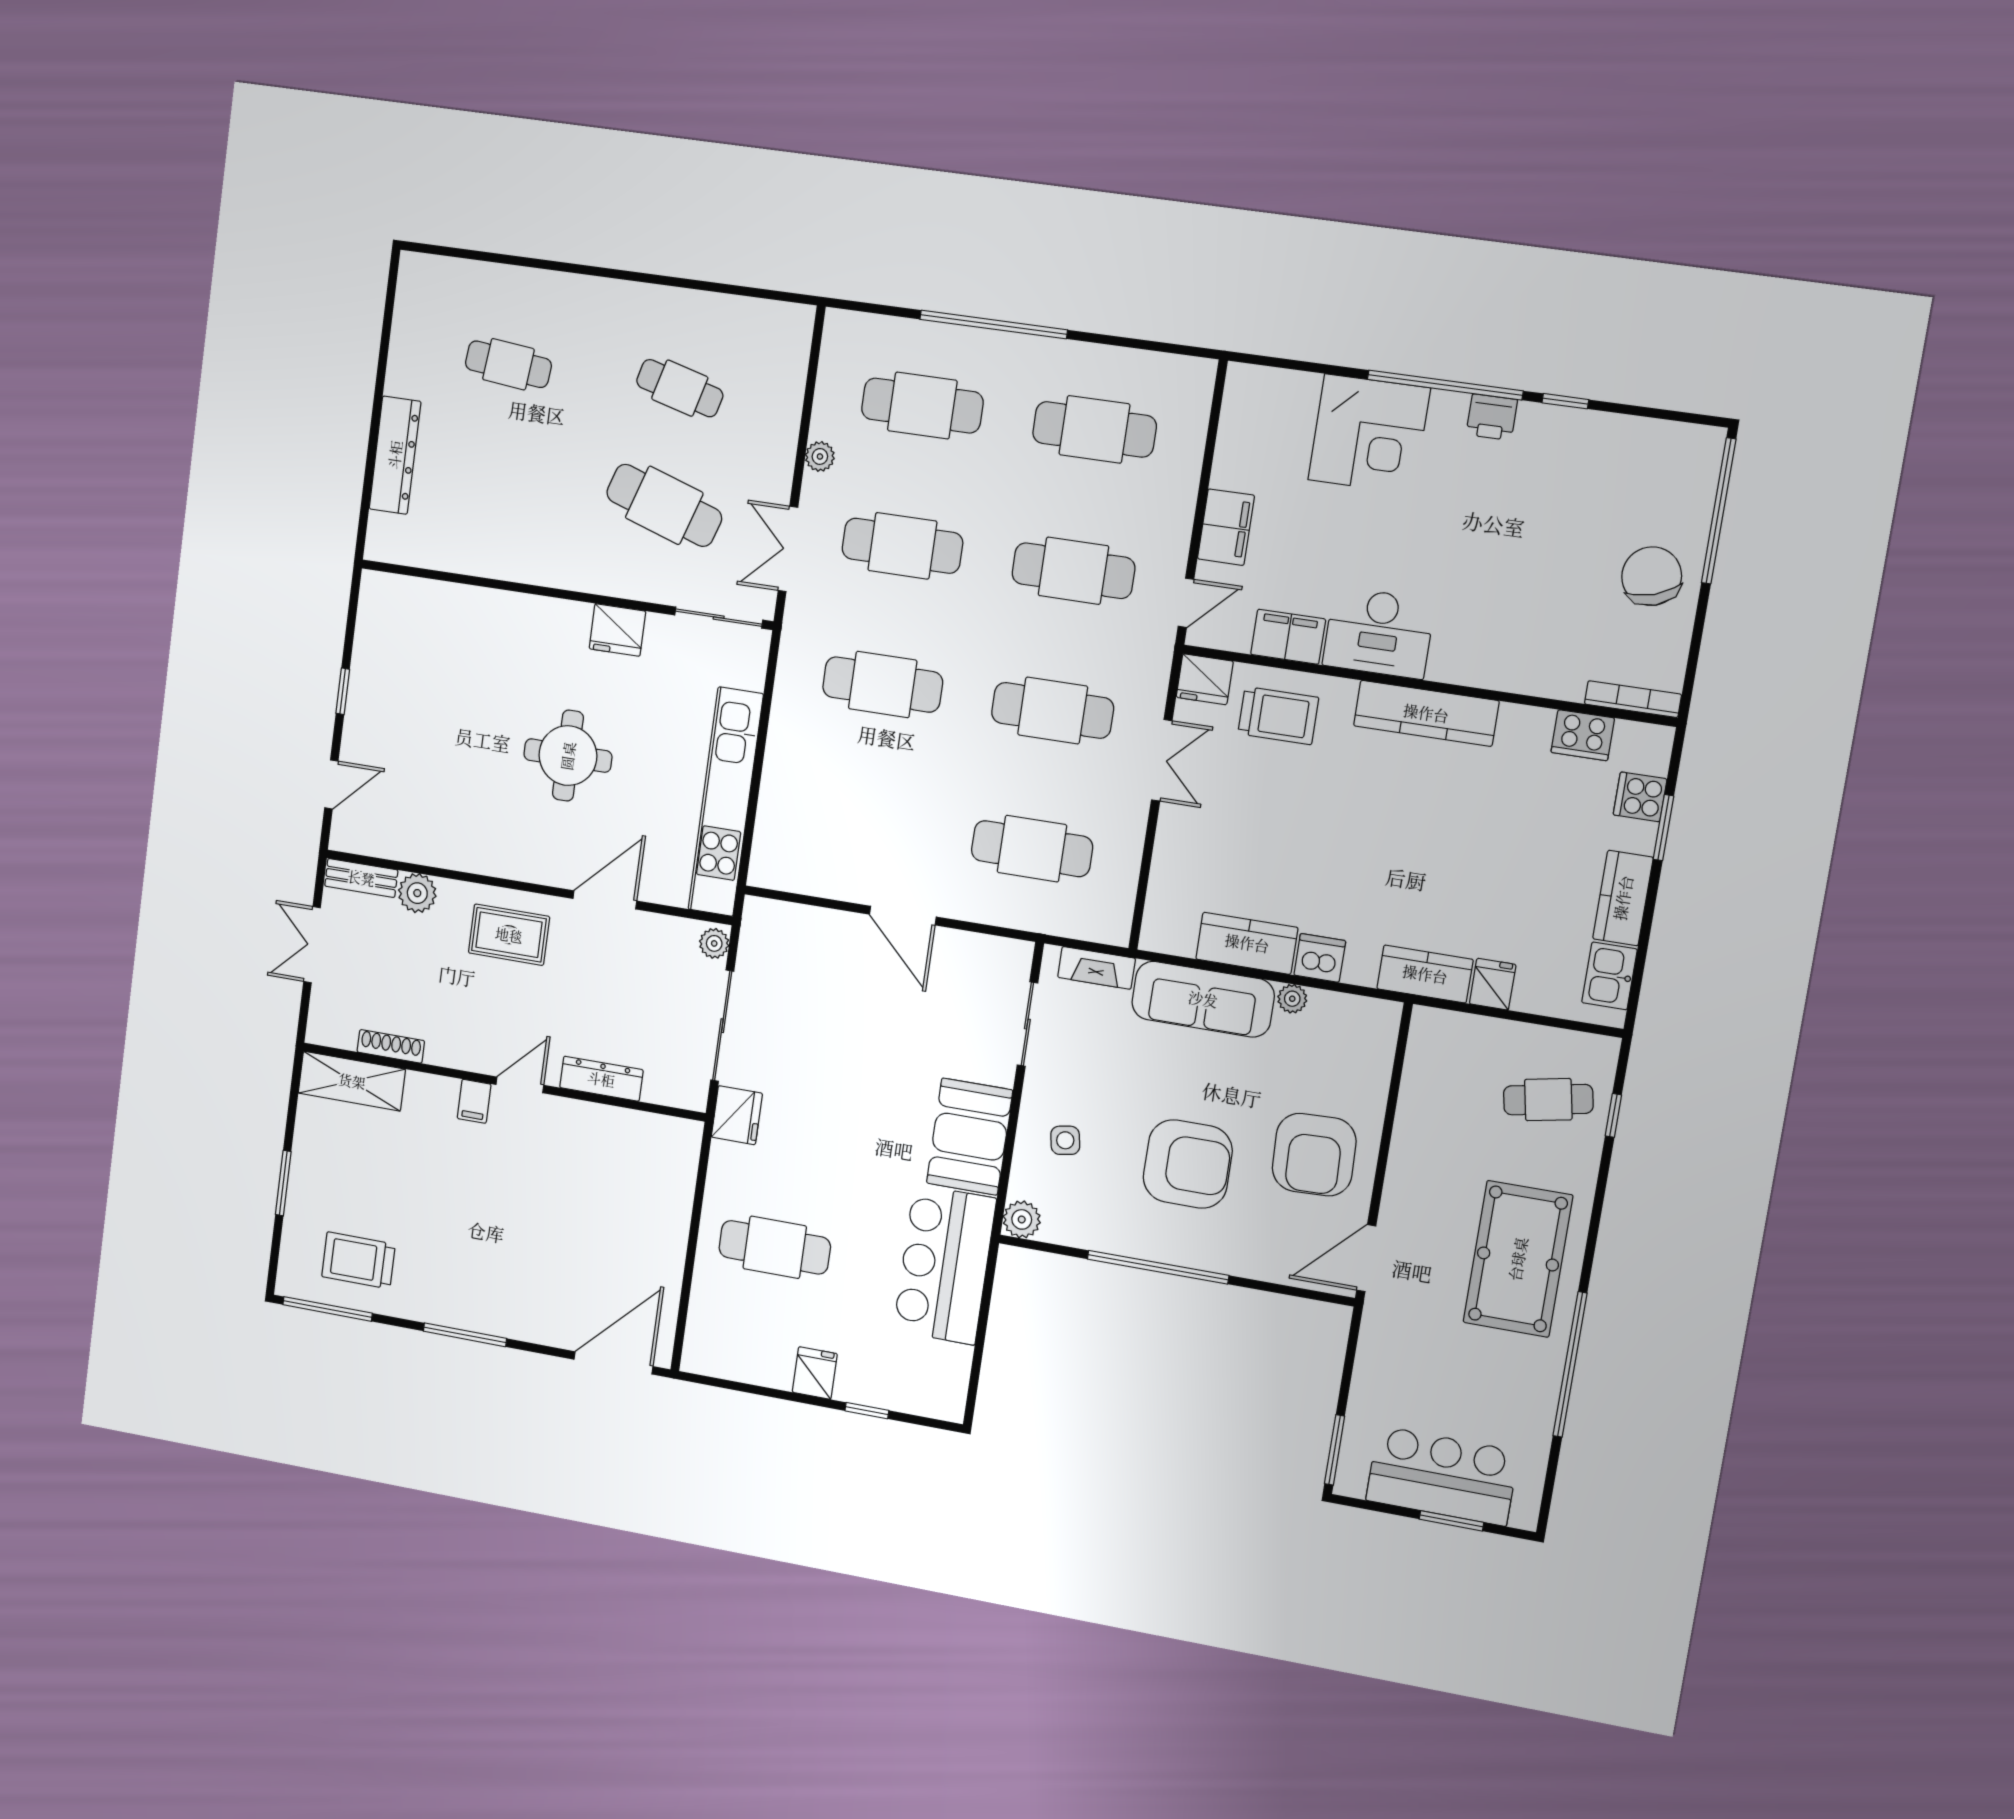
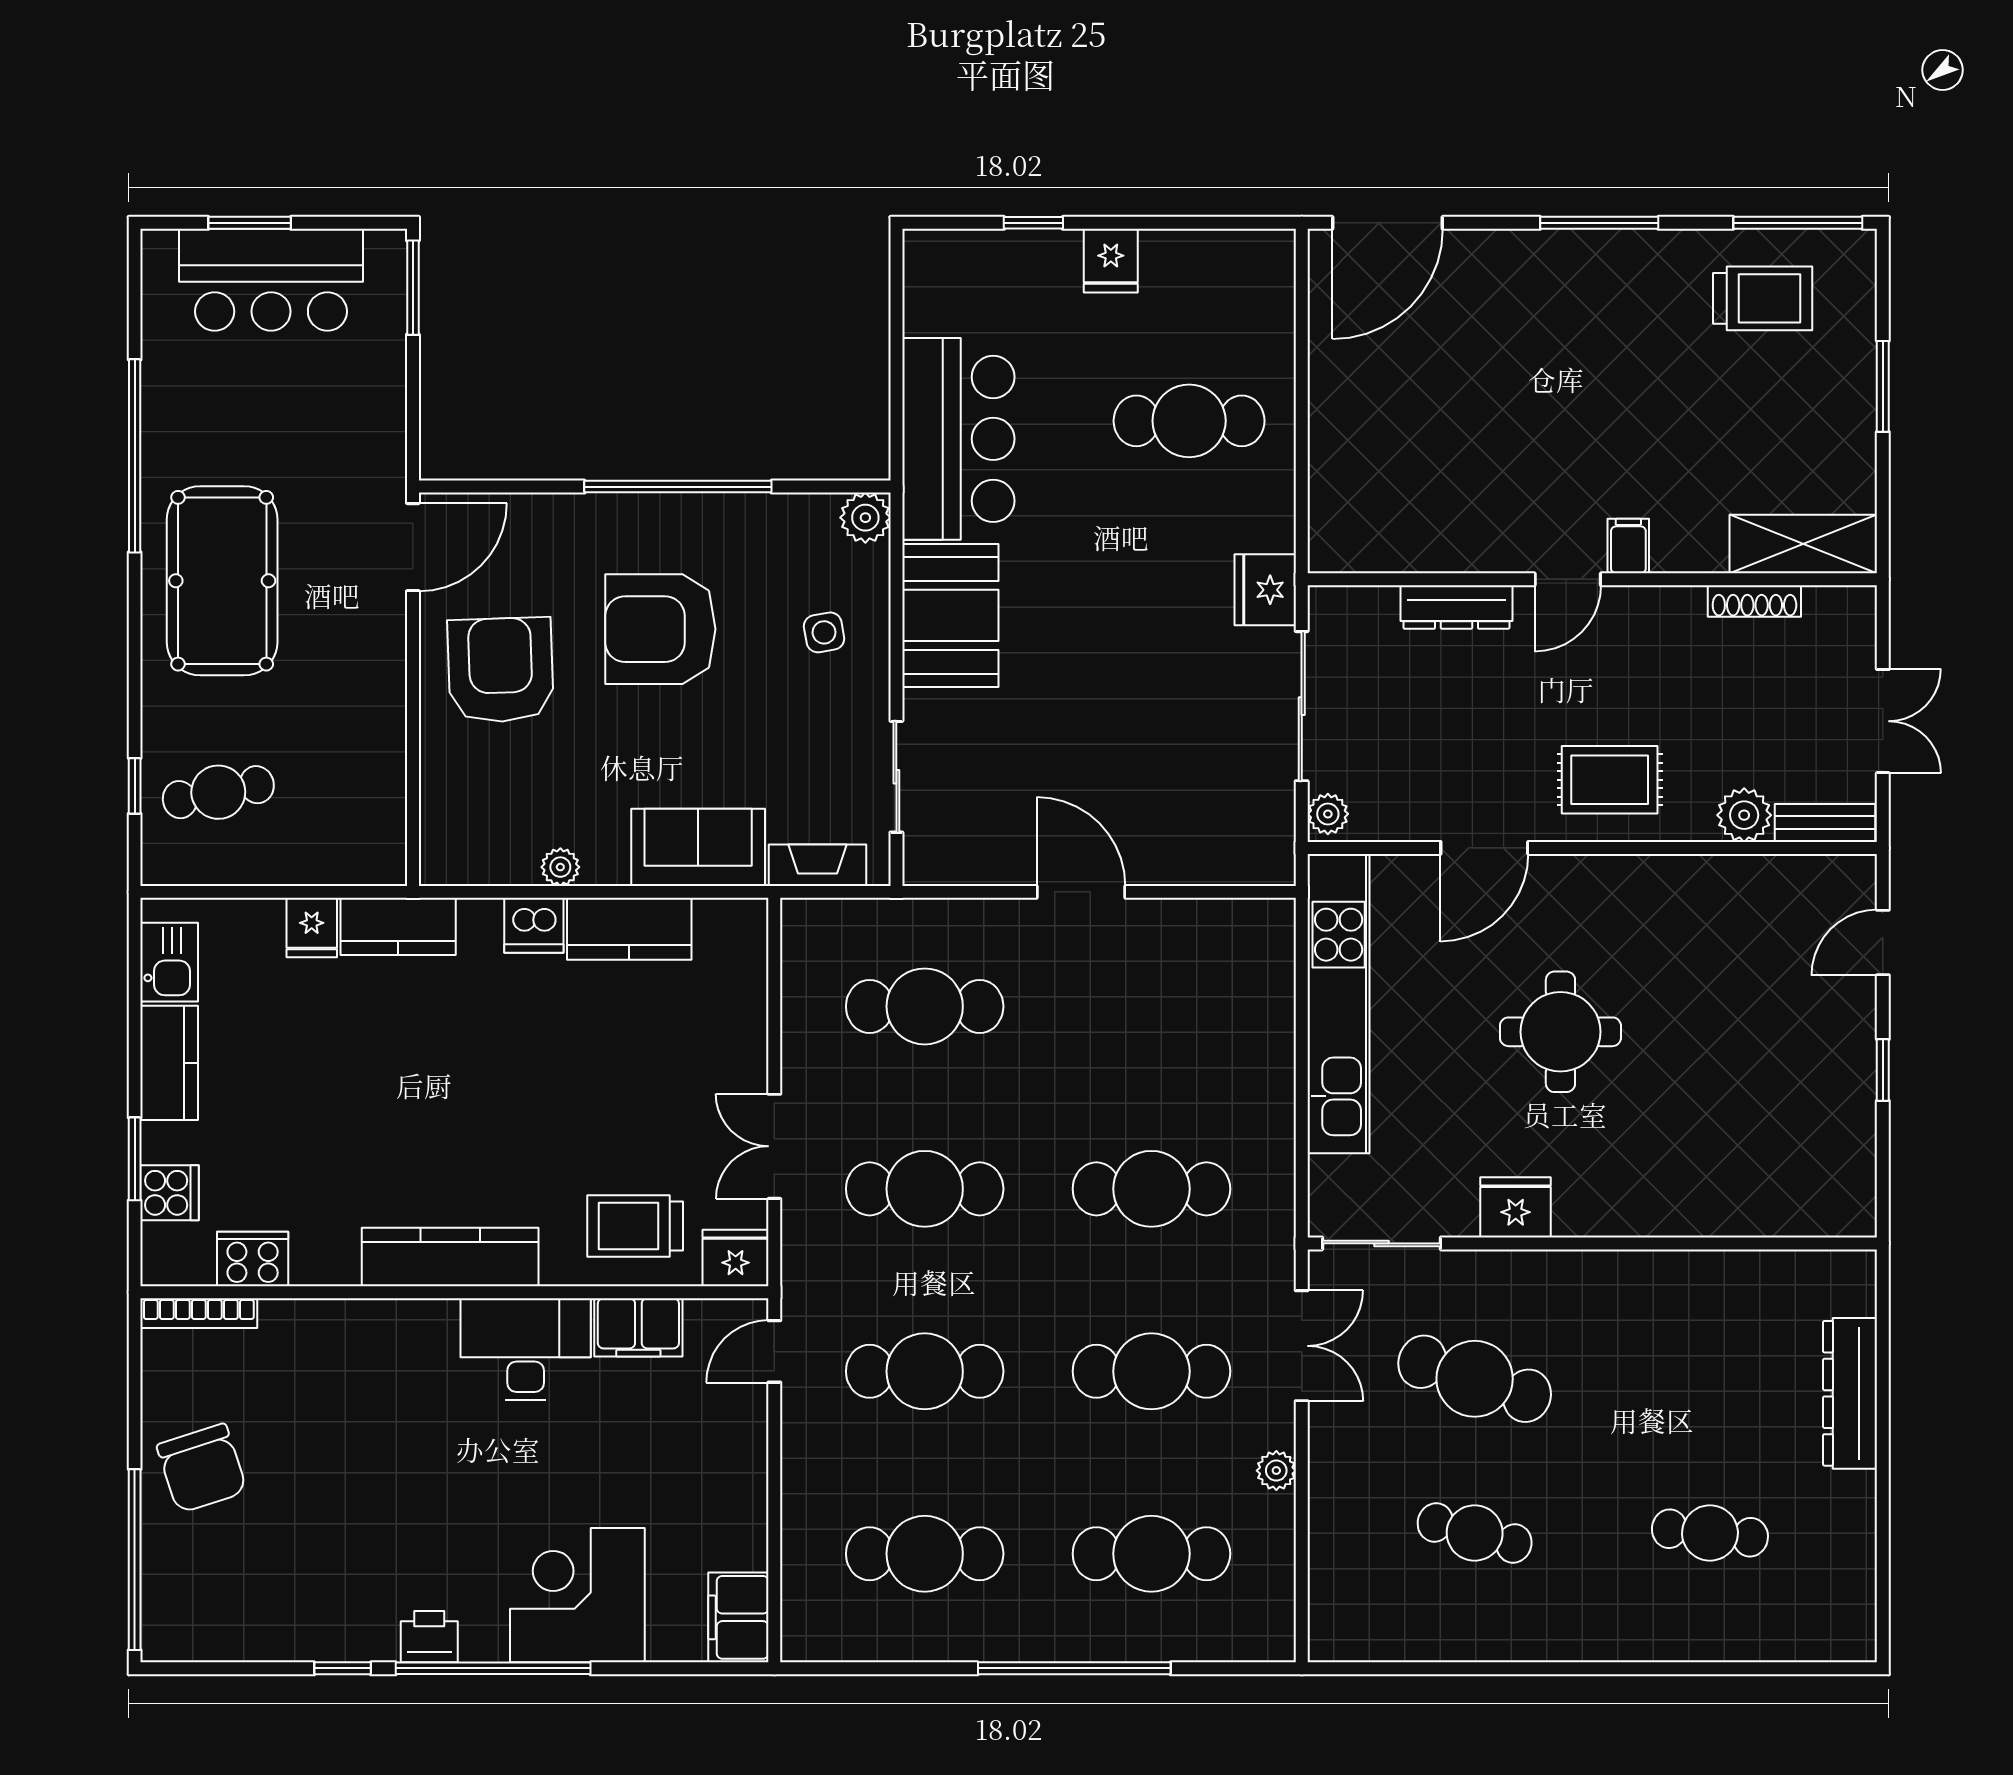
filing cabinet: (1226, 527) -> (738, 1617), moved
sofa: (1203, 999) -> (698, 847), width x0.73

